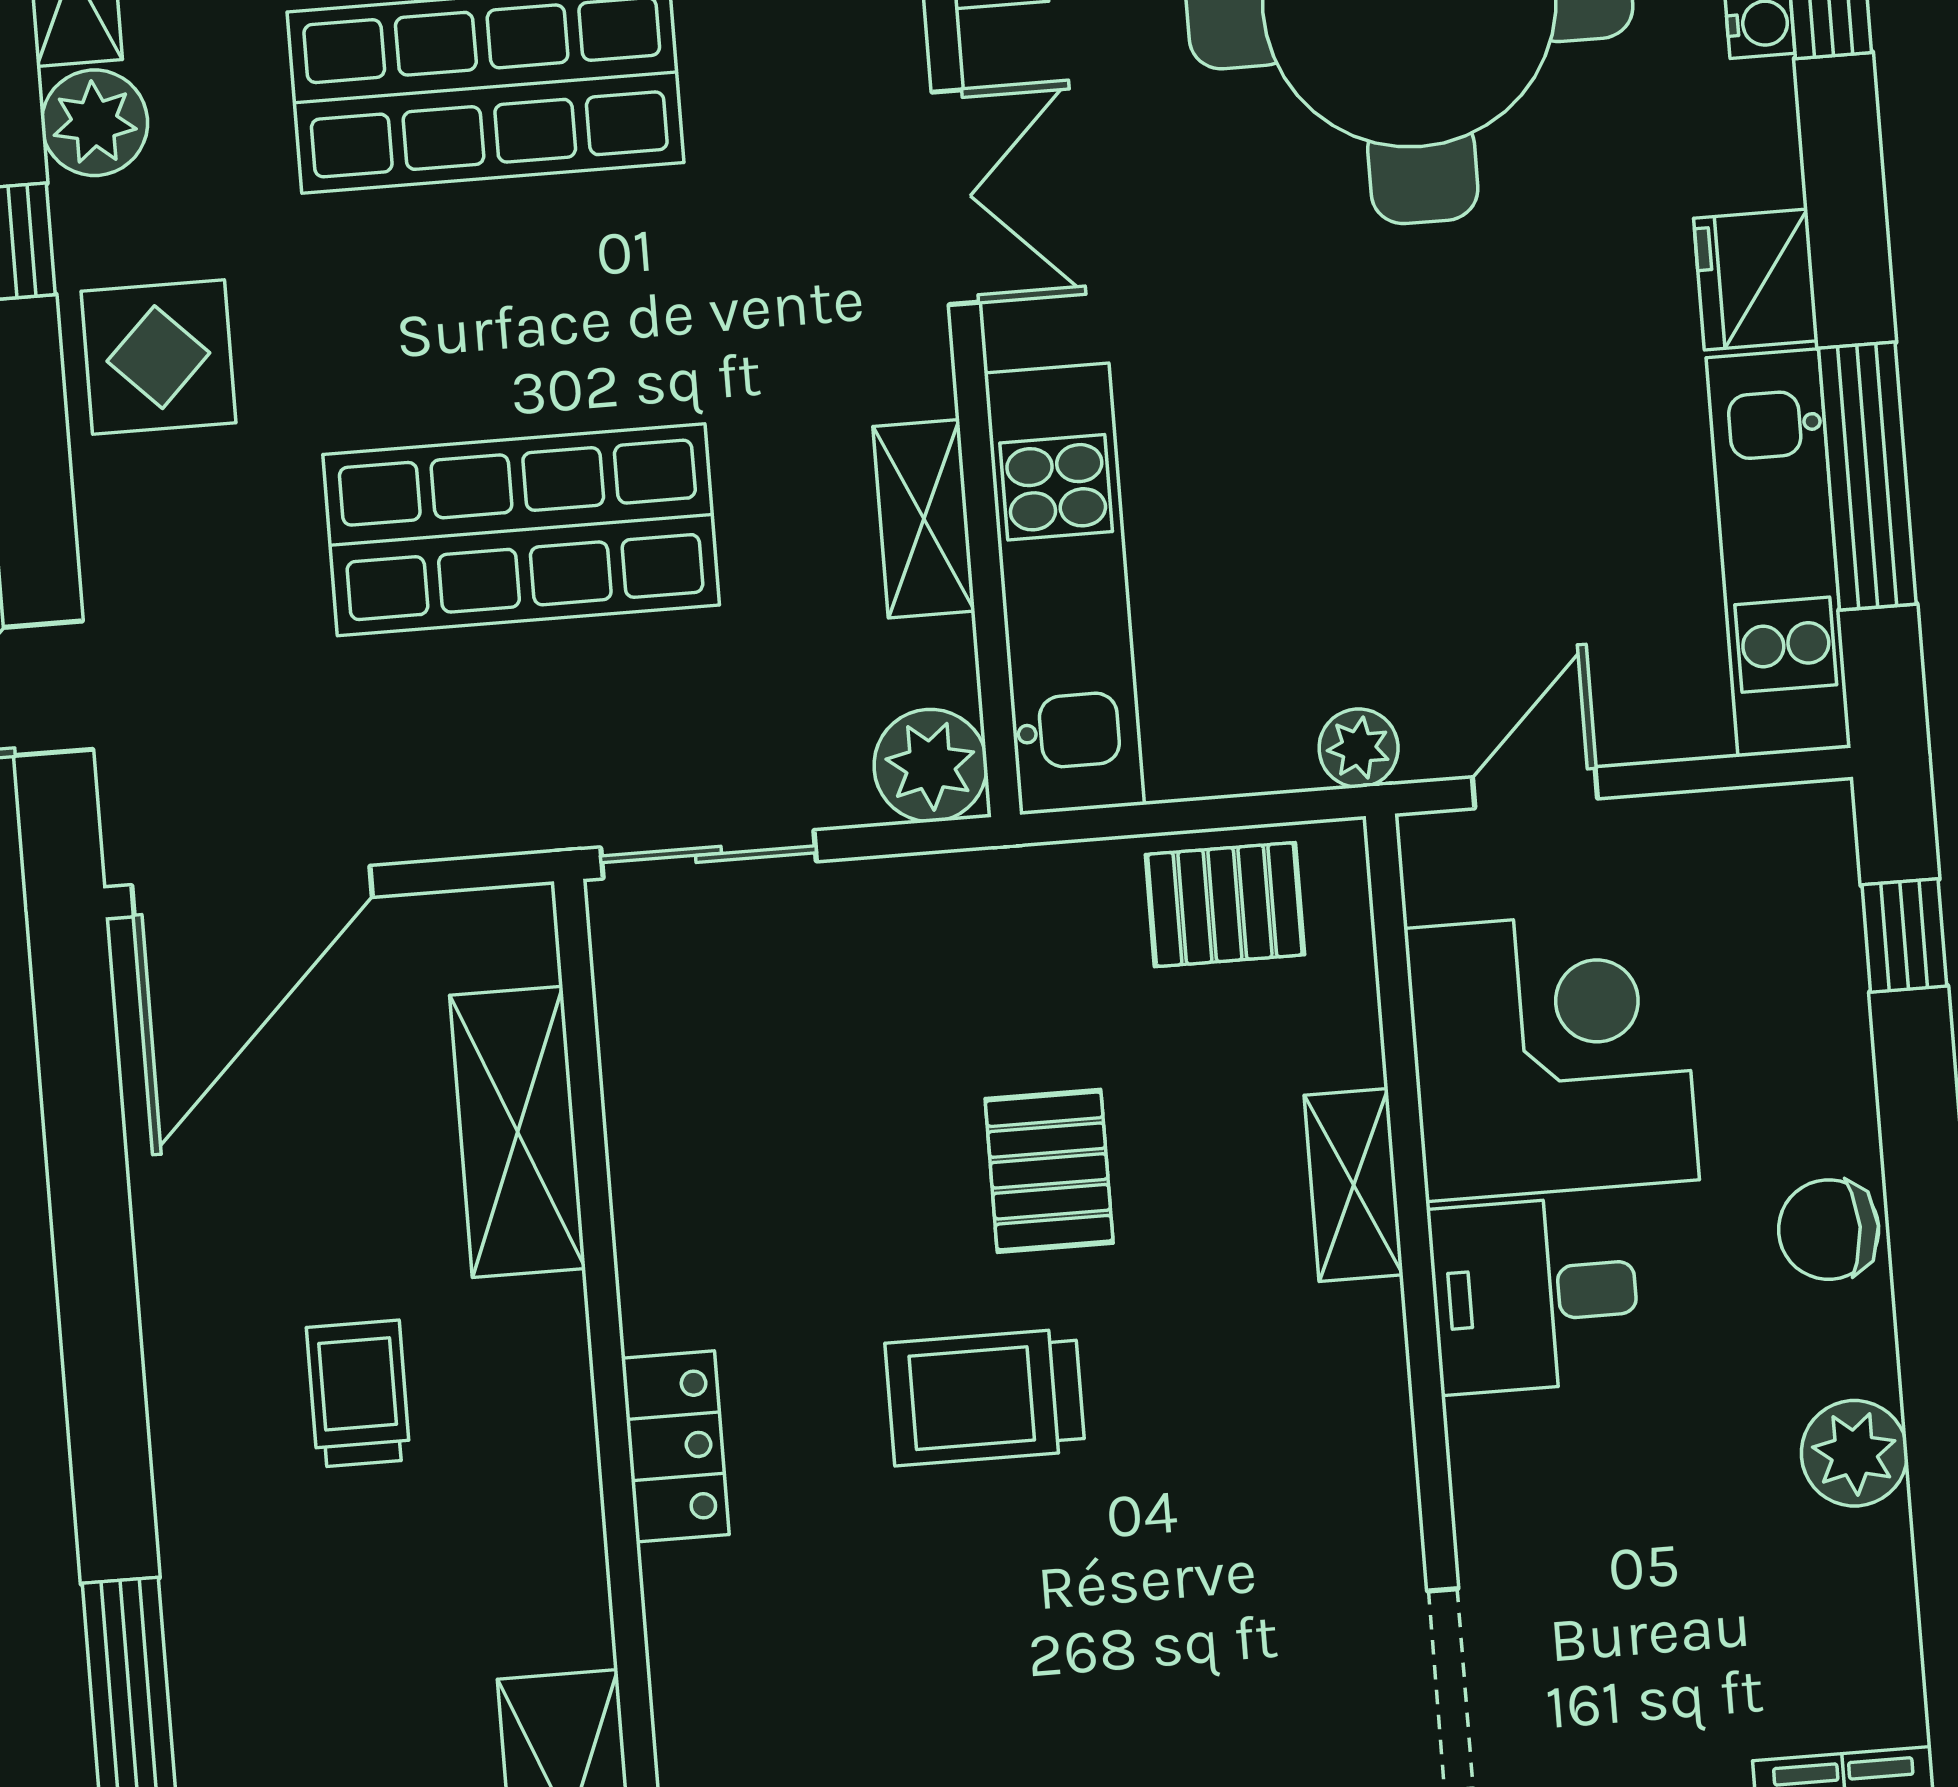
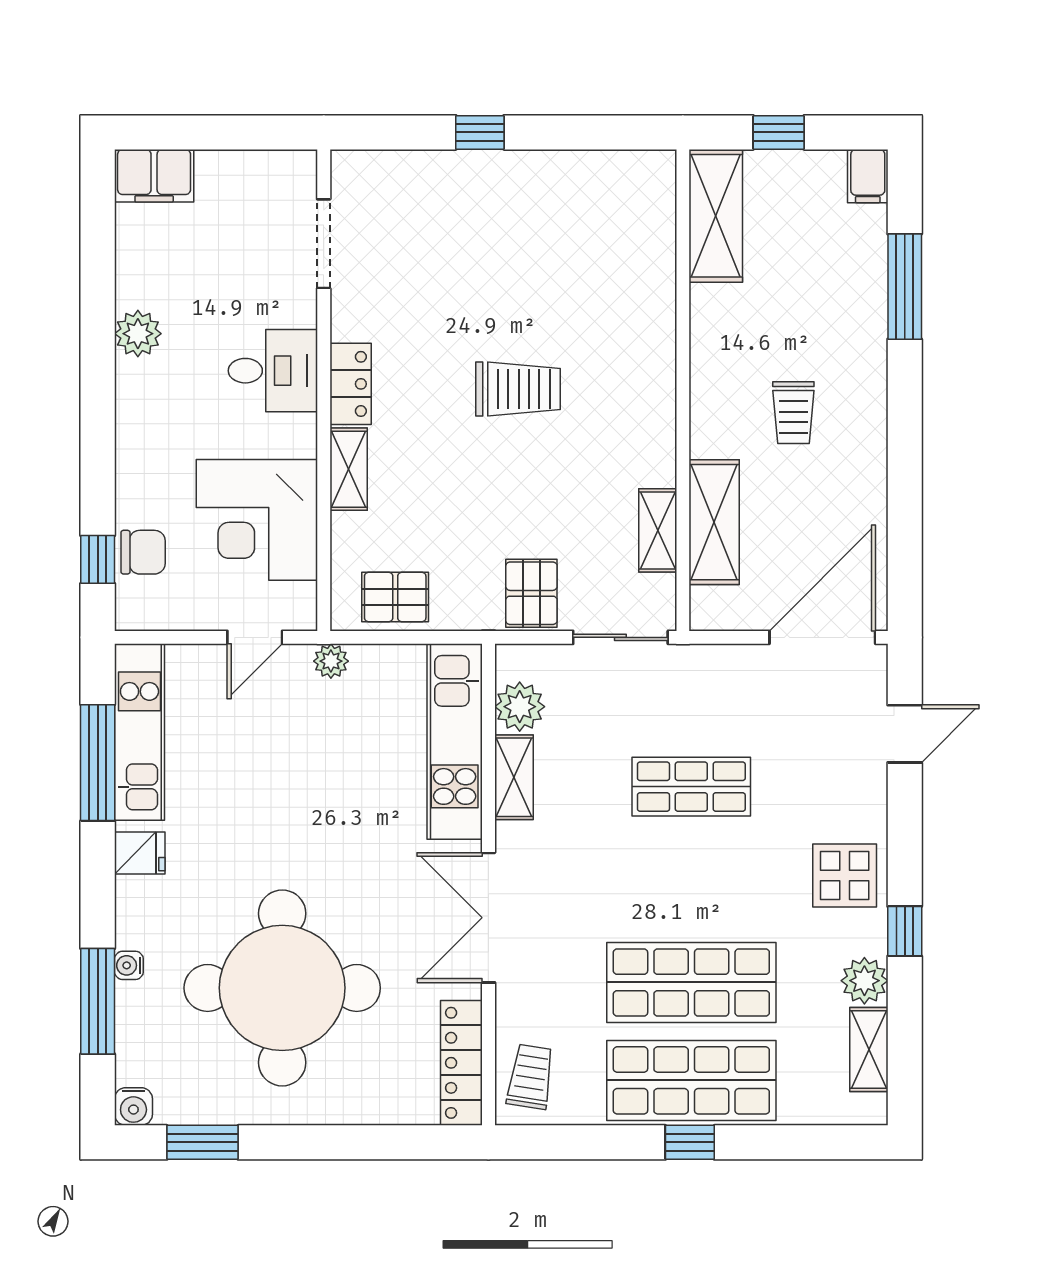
double door: (956, 197) -> (489, 918), width x1.37
fridge: (1756, 279) -> (140, 853), width x0.72
shop shelf: (521, 530) -> (691, 787), width x0.70, depth x0.74
plant: (931, 765) -> (520, 707), moved
shelving: (644, 1103) -> (658, 530), added
pallet: (1049, 1171) -> (531, 593), moved
chair: (1829, 1230) -> (143, 552), moved
desk: (1535, 1295) -> (273, 371), moved
locker: (675, 1446) -> (351, 384), moved, turned 180

